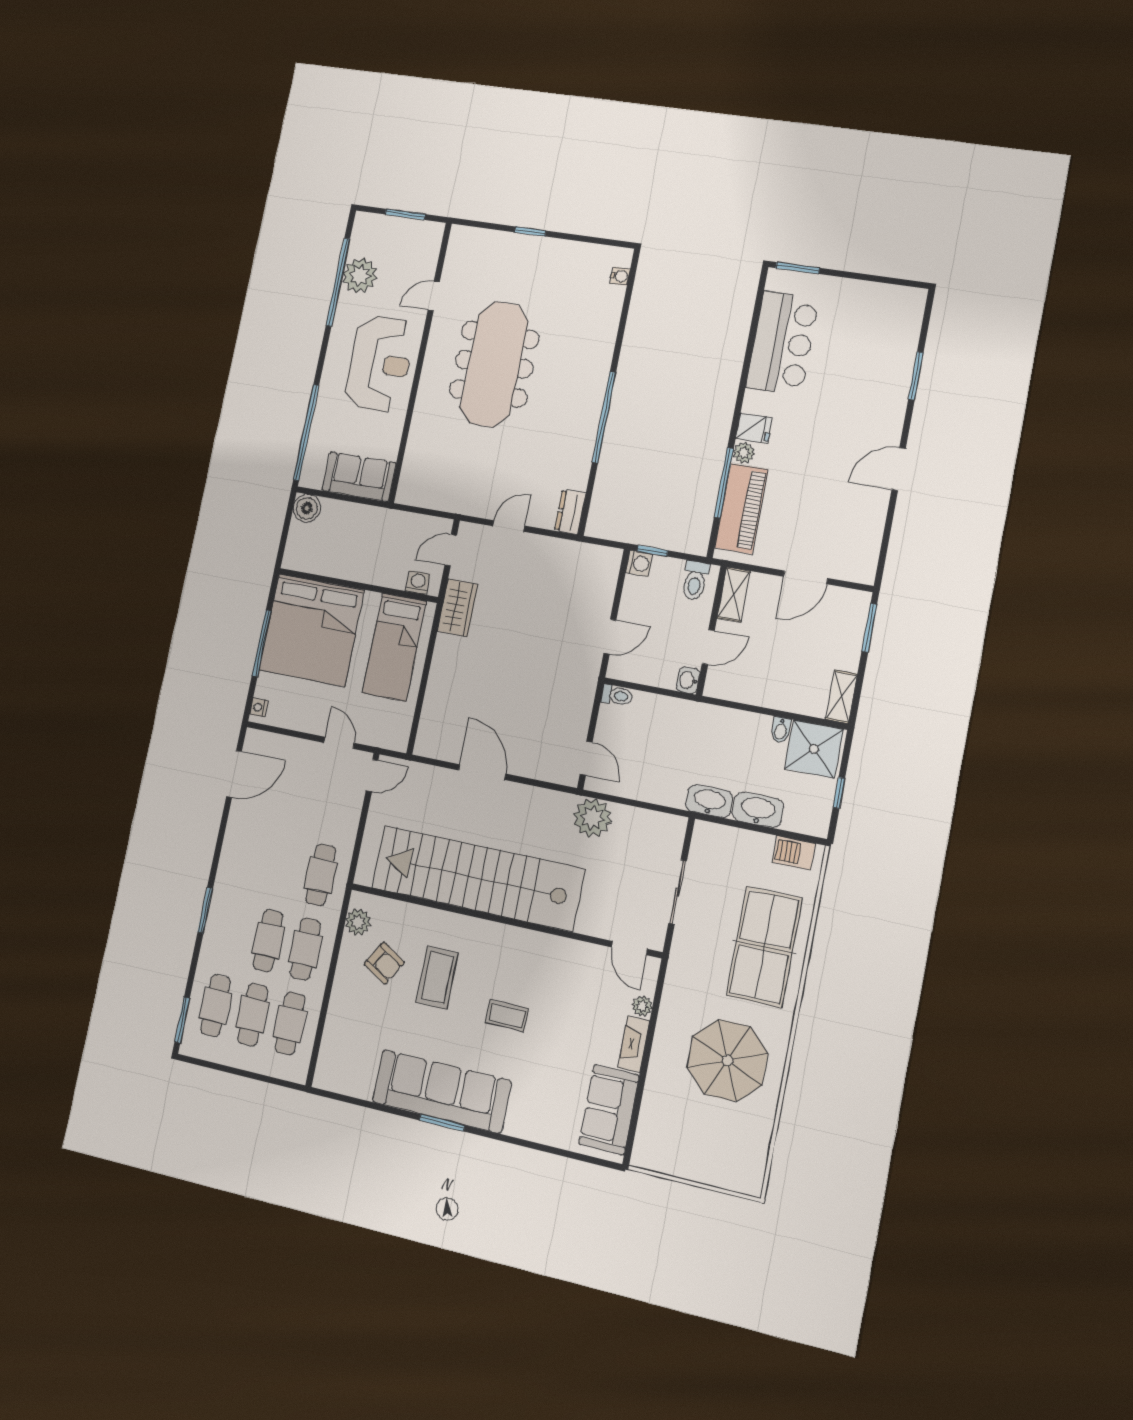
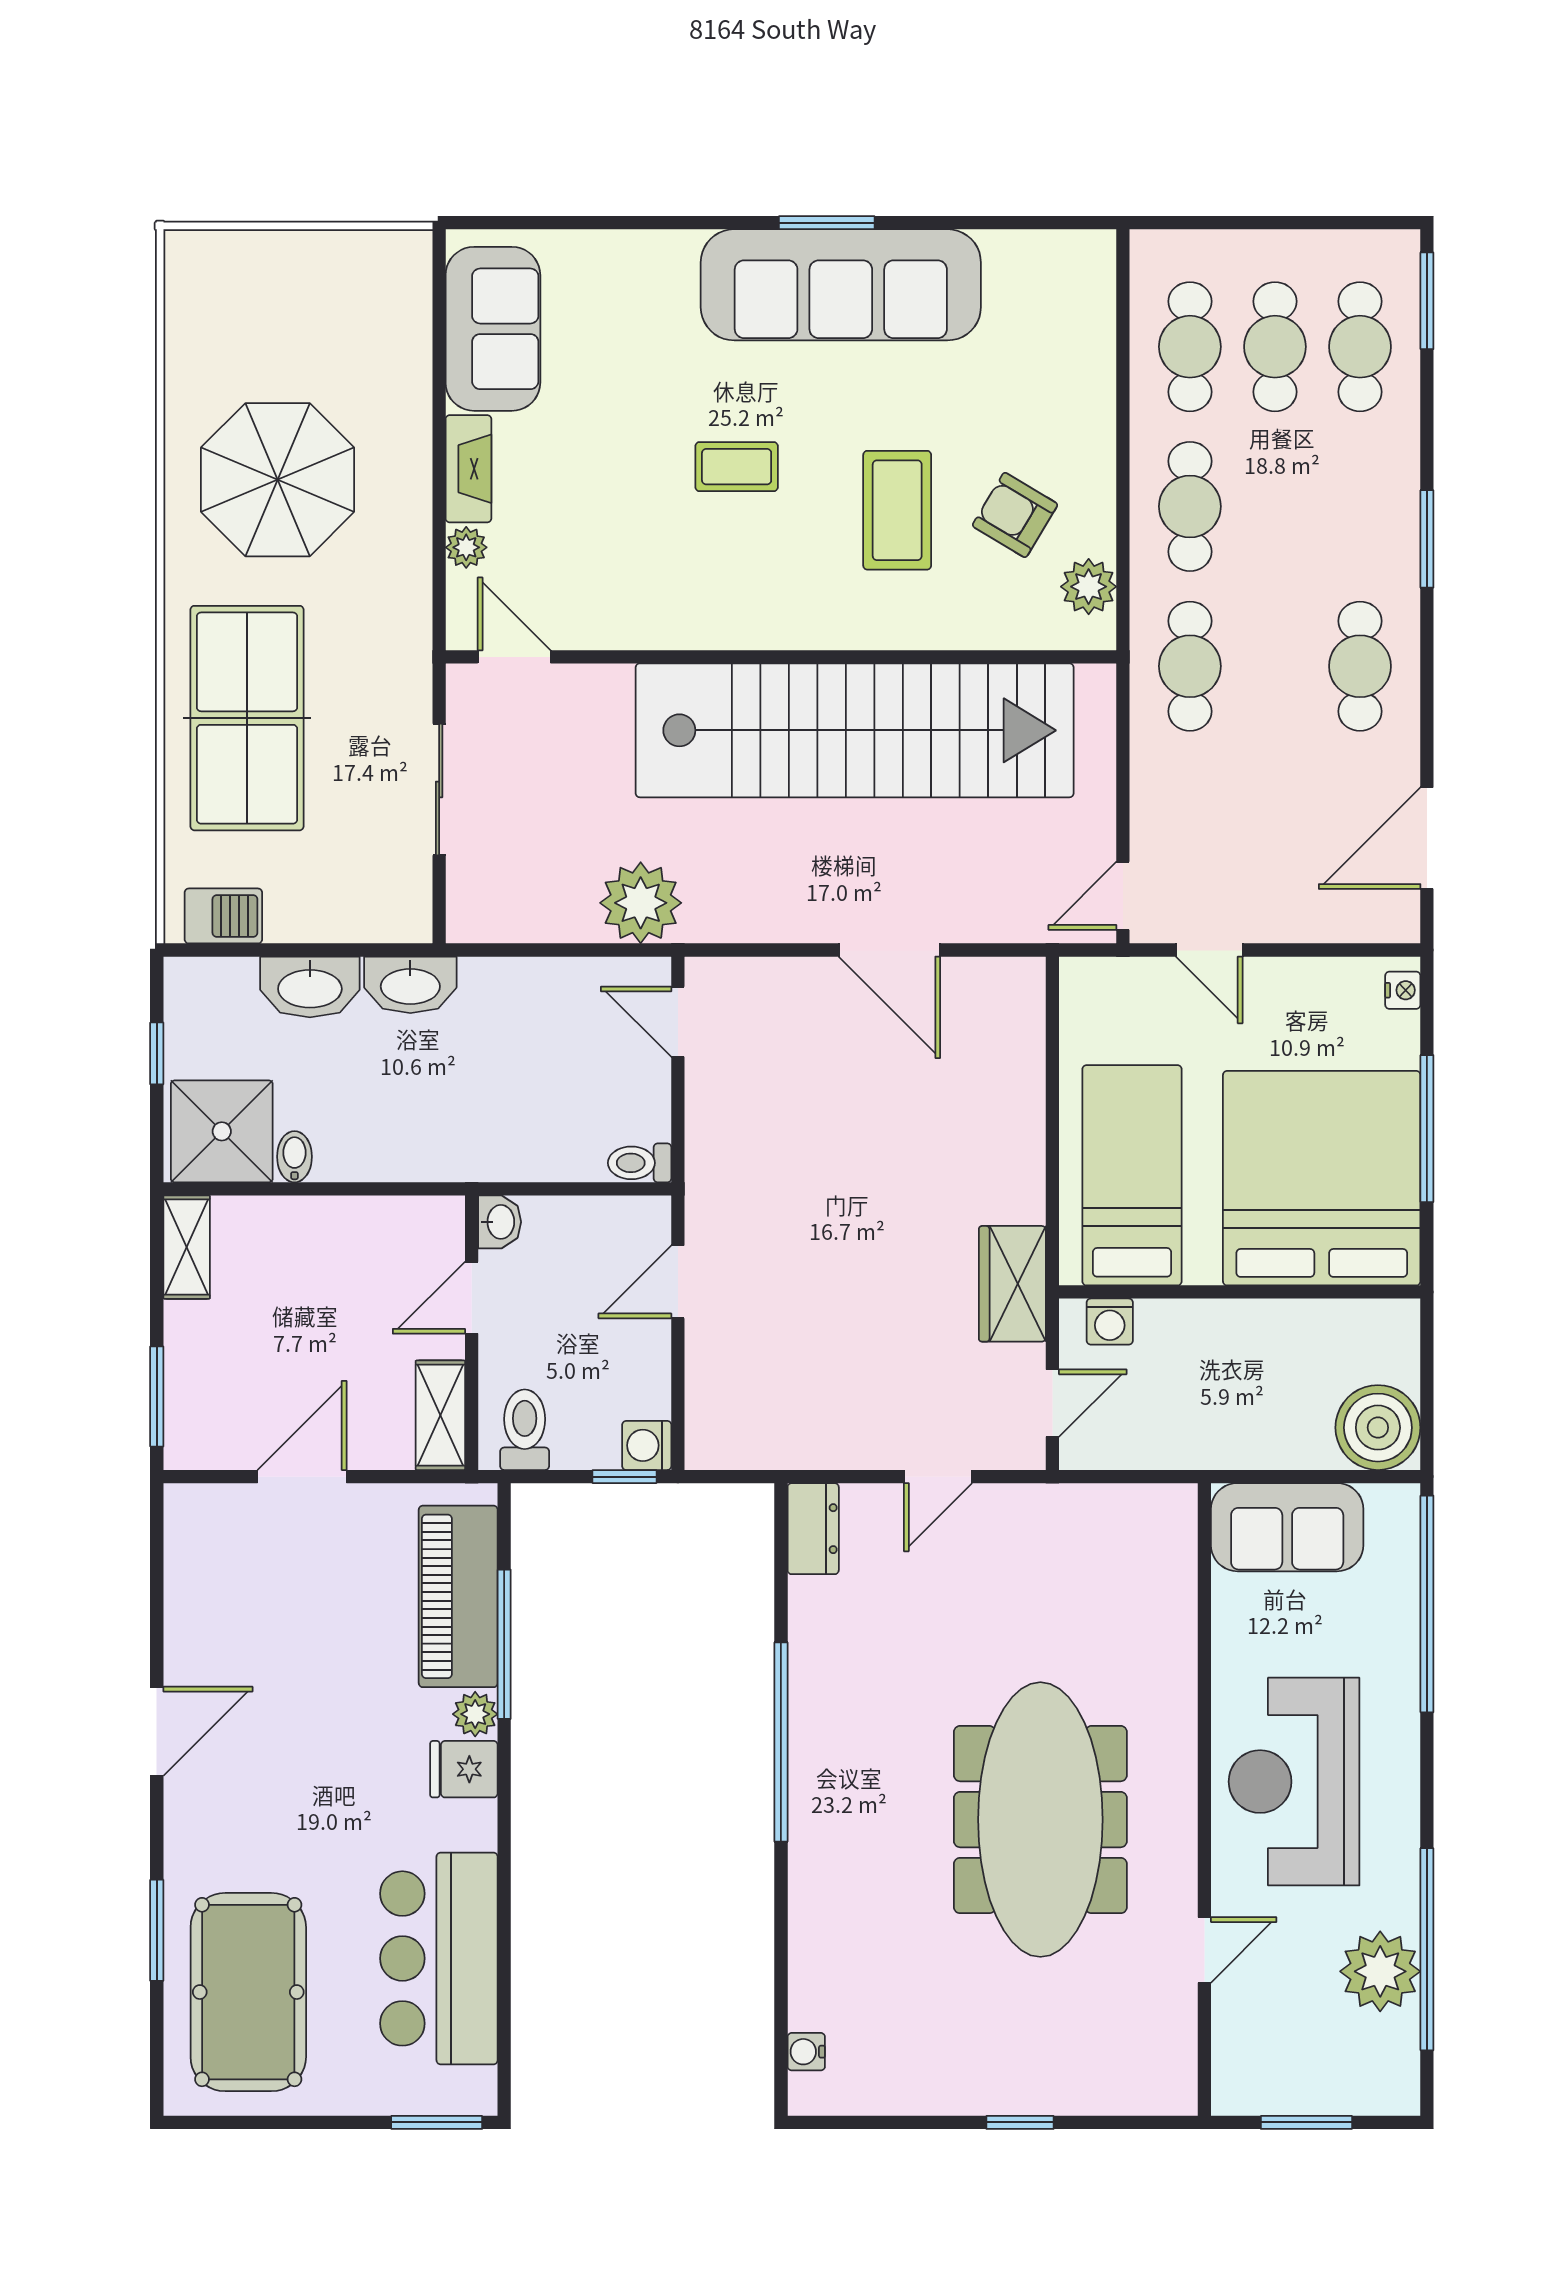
pool table: (877, 341) -> (248, 1992), added
boiler: (307, 508) -> (1378, 1428), width x1.37, depth x1.37
cafe table: (268, 940) -> (1360, 666), moved

